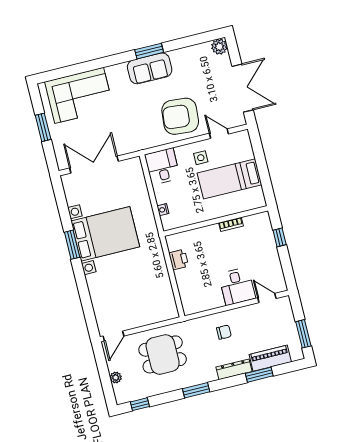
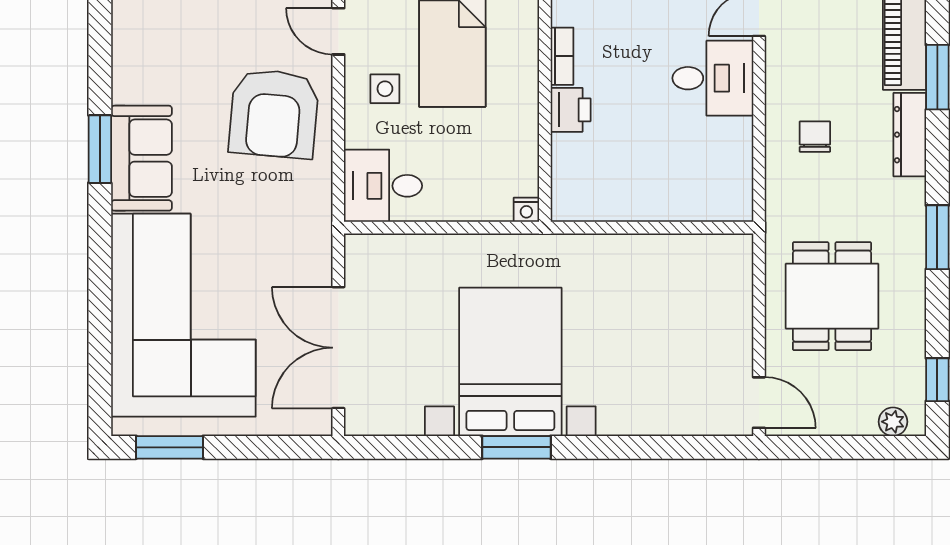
corner sofa: (79, 95) -> (183, 315), width x1.36, depth x1.36
window: (43, 127) -> (170, 447), moved
door: (219, 134) -> (338, 31), hinge flipped
nightstand: (163, 210) -> (526, 210), moved
printer: (179, 260) -> (571, 110), moved, turned 90
plant: (116, 378) -> (893, 422), moved

